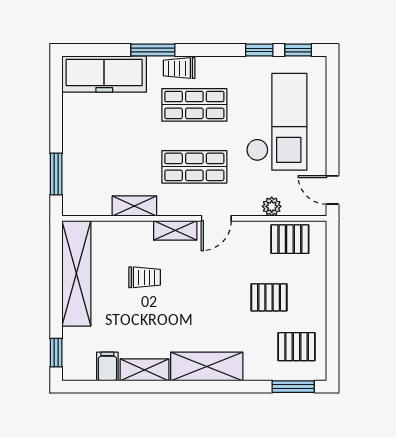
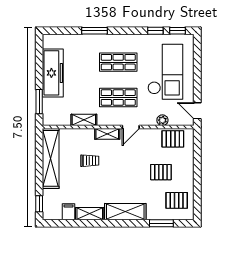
trolley: (179, 68) -> (109, 41), removed
freezer: (104, 74) -> (53, 73), moved, turned -90
window: (293, 387) -> (161, 223), moved

